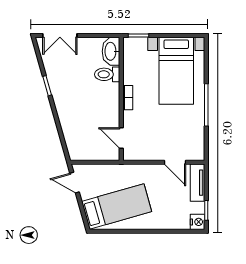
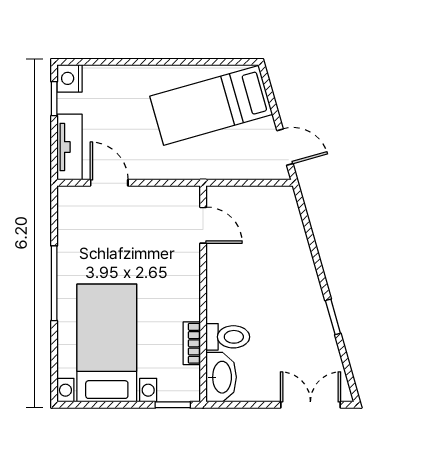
bookcase: (128, 98) -> (192, 343), moved

